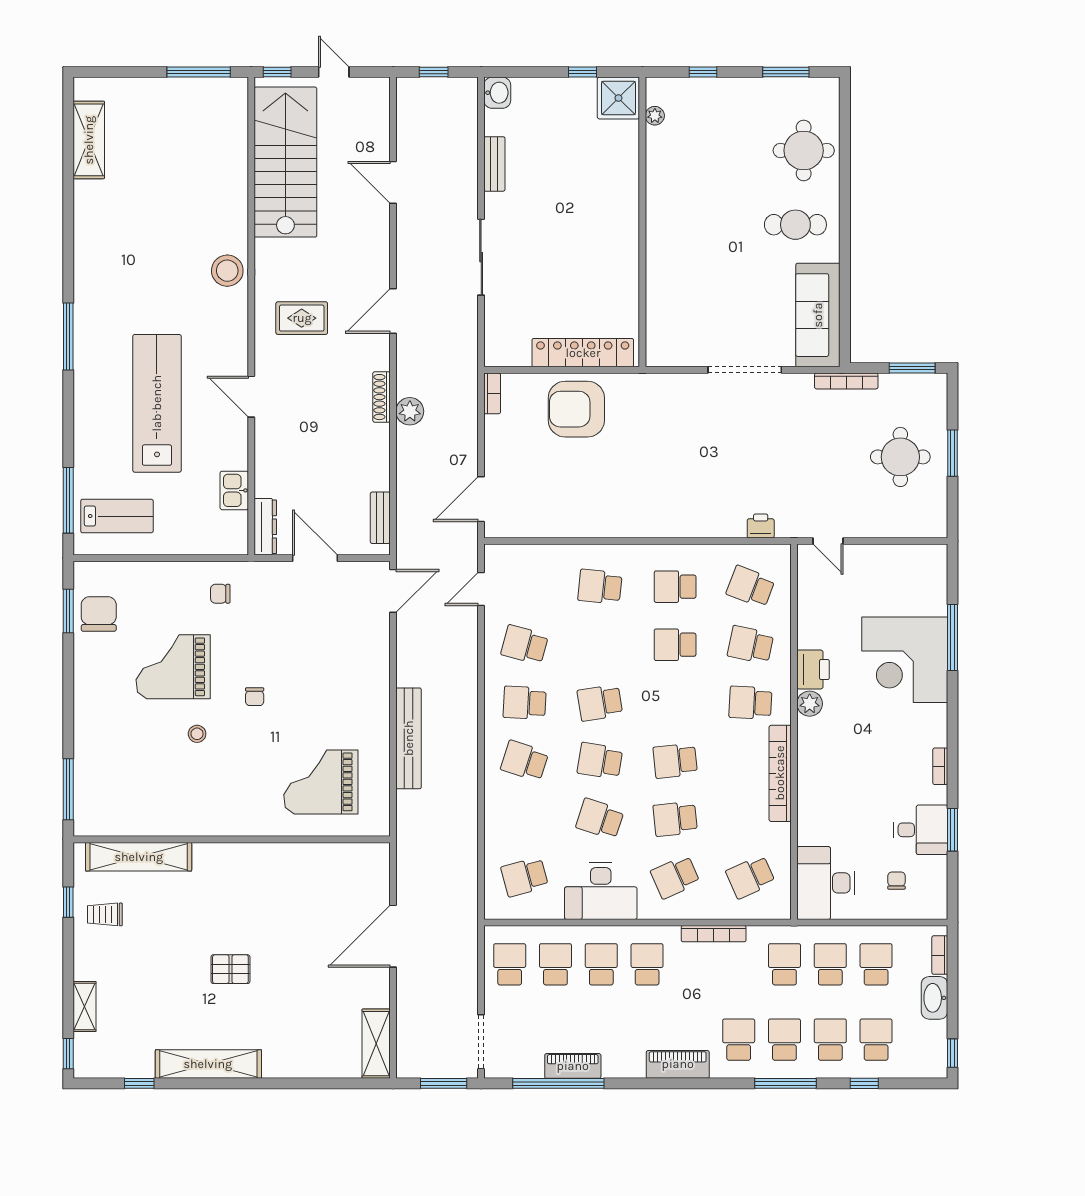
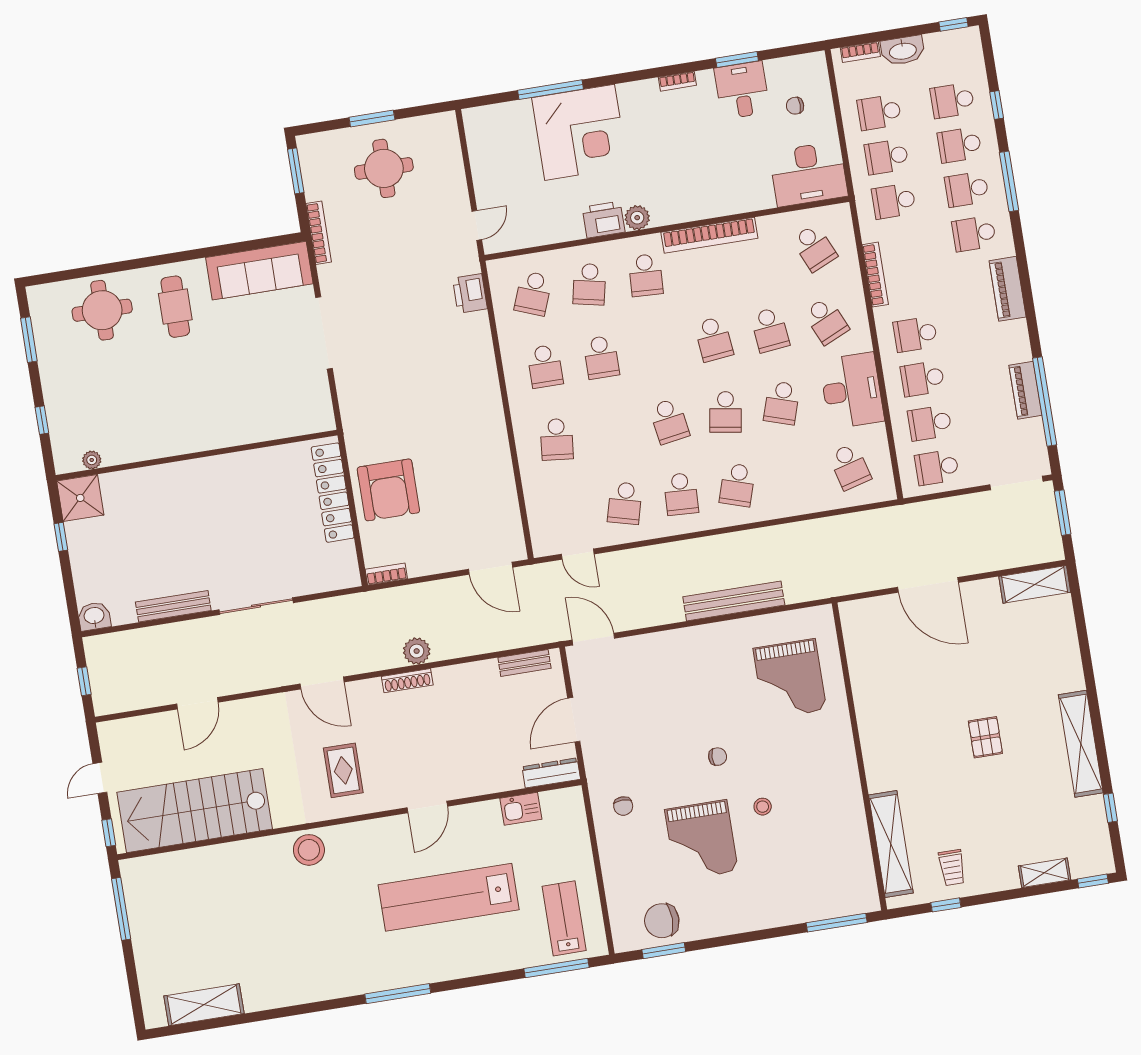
bench: (494, 164) -> (173, 606), width x1.36
printer: (761, 526) -> (470, 293), width x1.36, depth x1.24

